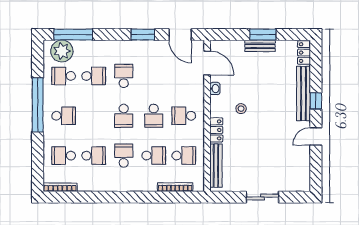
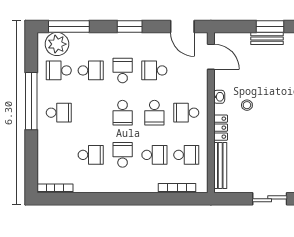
window: (143, 35) -> (130, 27), moved
washbasin: (215, 89) -> (219, 97), moved
school desk: (64, 156) -> (154, 70), moved

